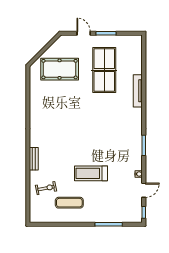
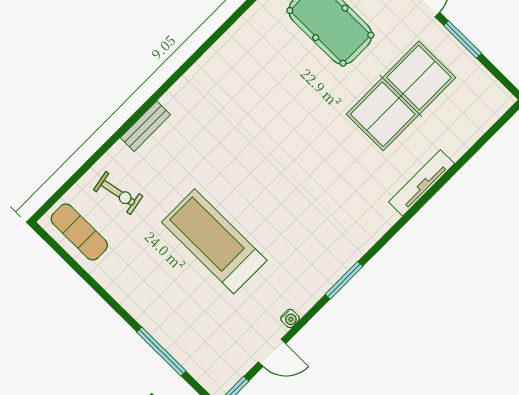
treadmill: (91, 173) -> (214, 241), width x1.37, depth x1.38
exercise mat: (69, 203) -> (79, 232), moved

